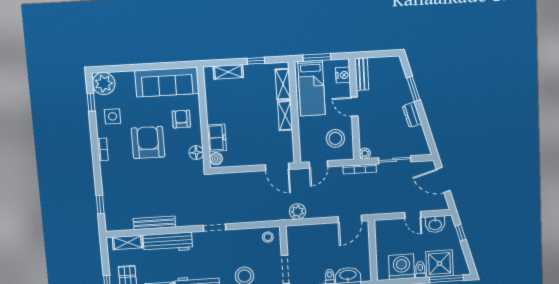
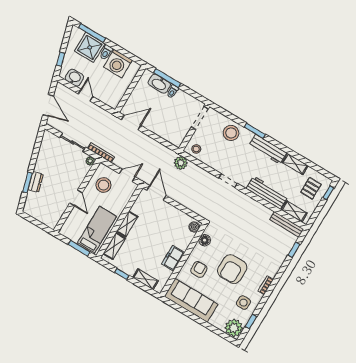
bench: (362, 74) -> (56, 216), removed
nightstand: (343, 75) -> (69, 224), removed
dresser: (412, 115) -> (36, 182), moved
armchair: (181, 119) -> (199, 269), turned 180
freezer: (217, 138) -> (173, 258), moved
plant: (298, 211) -> (181, 163), moved
bench: (154, 223) -> (287, 224), moved

